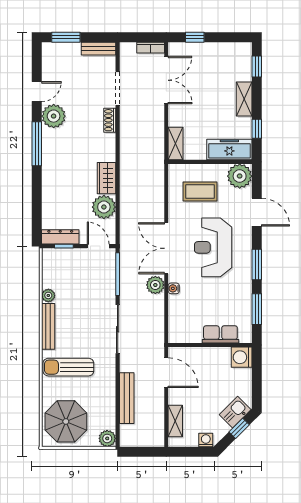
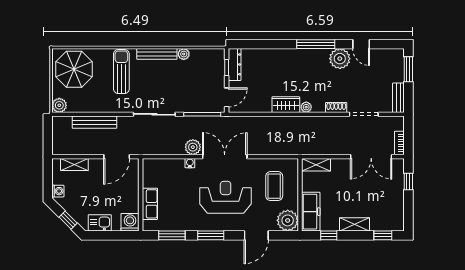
plant: (104, 207) -> (306, 107), moved, width x0.53, depth x0.53
kitchen sink: (235, 412) -> (100, 223), moved, turned -45

